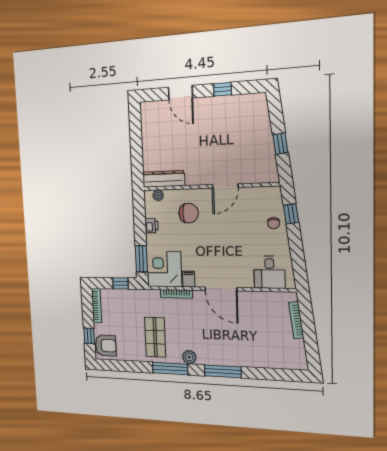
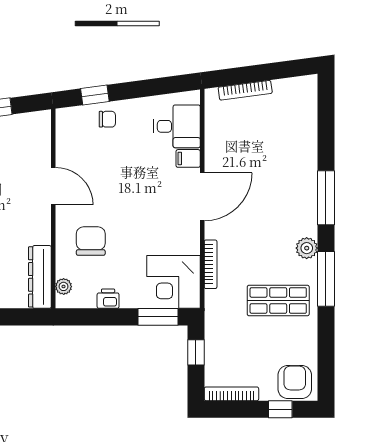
filing cabinet: (189, 279) -> (188, 158), moved

